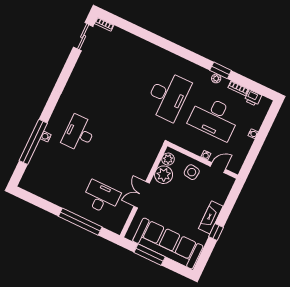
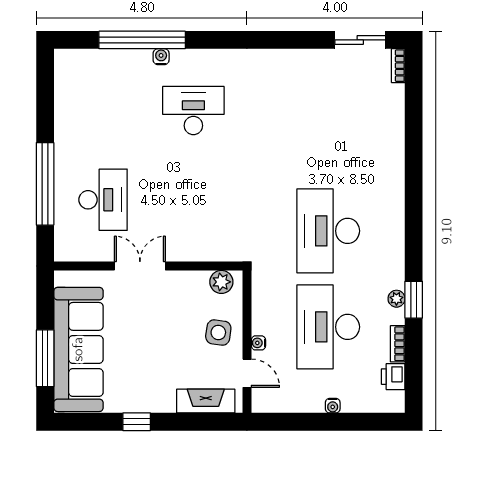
desk: (168, 96) -> (328, 231), turned 90
plant: (164, 175) -> (191, 287), removed
fireplace: (211, 217) -> (206, 401), moved
window: (150, 255) -> (45, 358), moved

